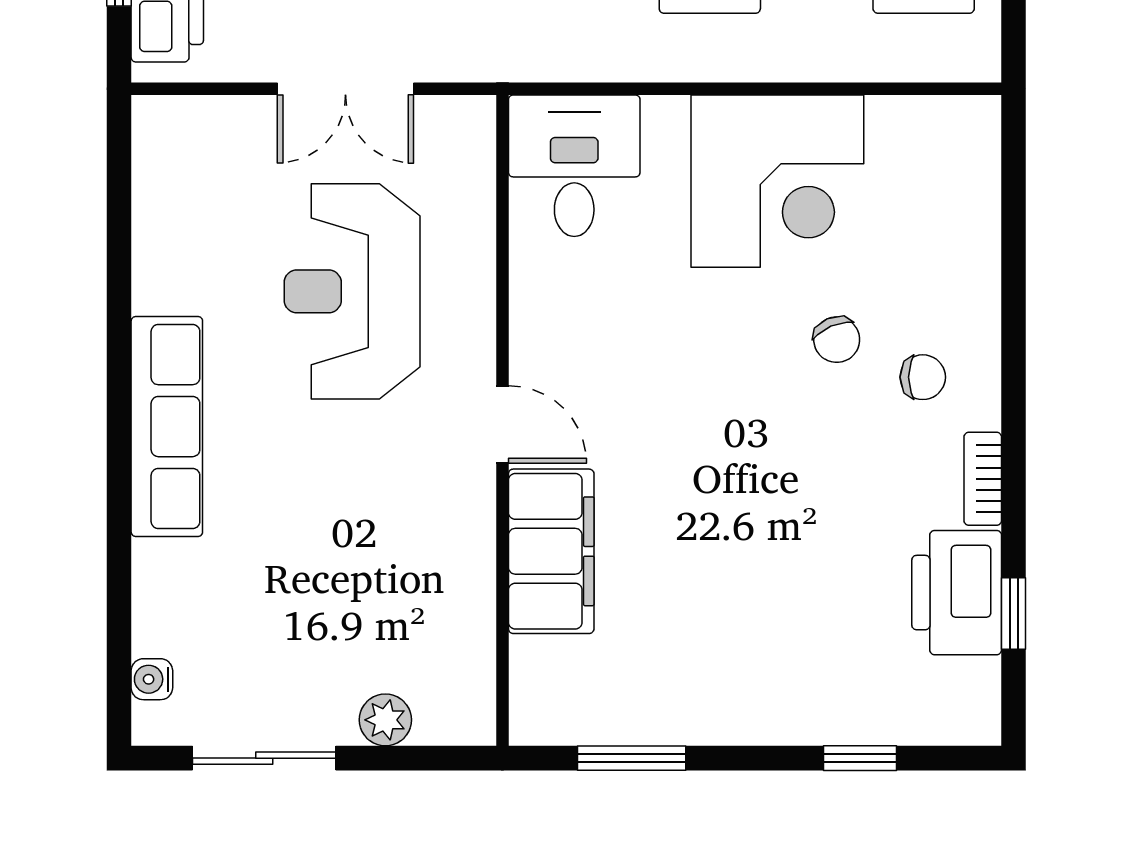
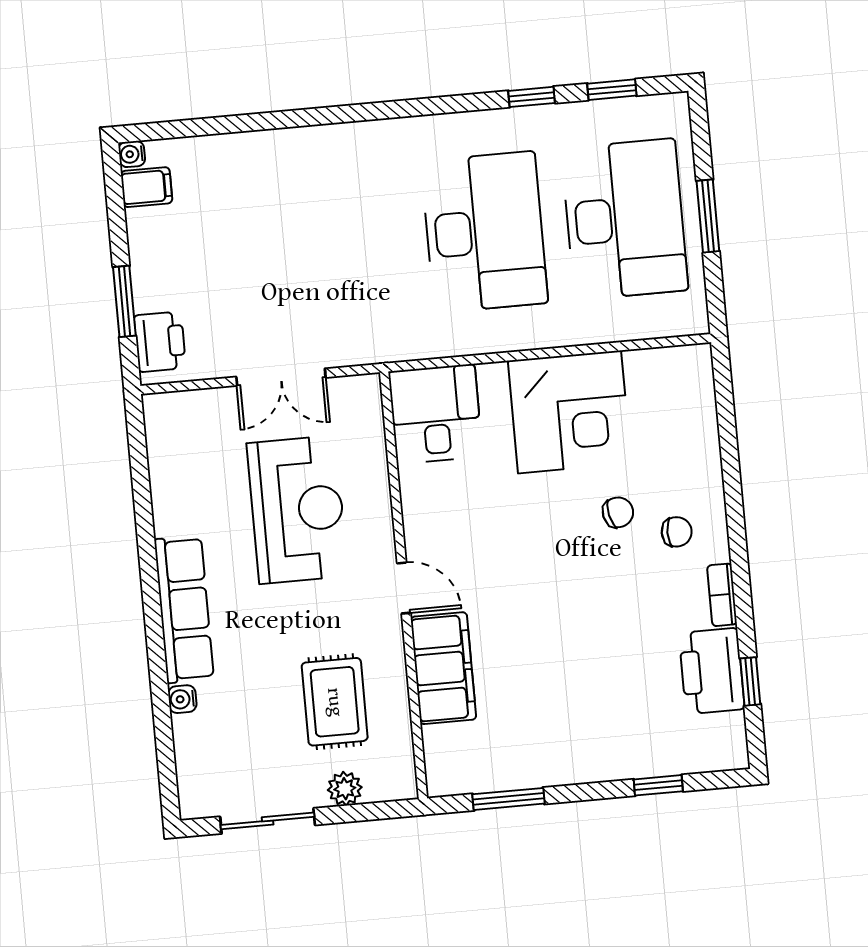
reception desk: (352, 291) -> (297, 510), turned 180
chair: (837, 340) -> (618, 512), turned -80
rug: (382, 587) -> (335, 702), added
water cooler: (152, 679) -> (182, 699), moved

